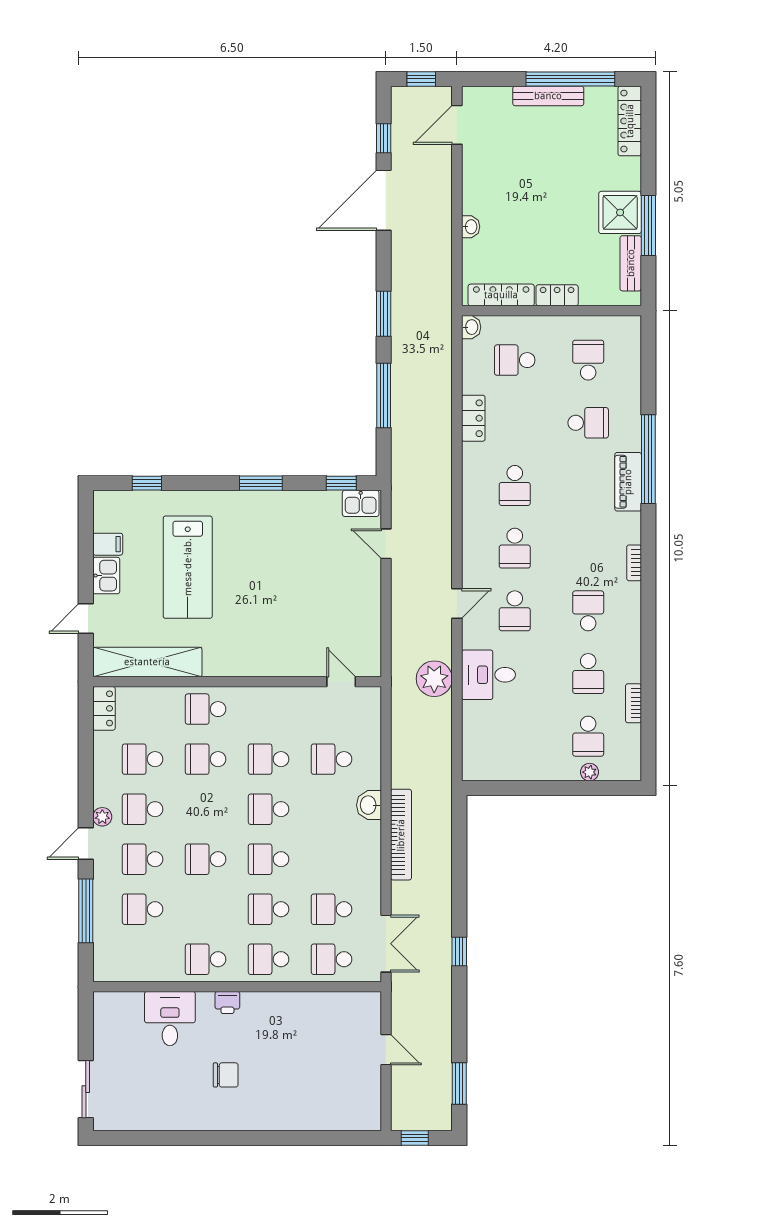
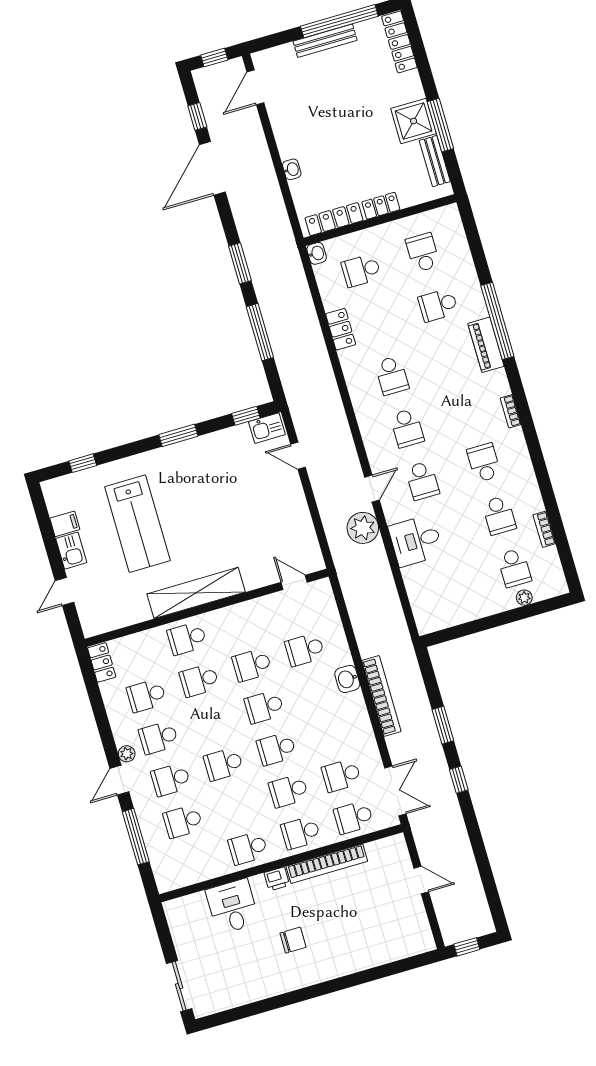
school desk: (588, 423) -> (438, 305), turned 180
shelving: (147, 662) -> (196, 593), moved
plant: (434, 679) -> (363, 528), moved
bookcase: (287, 1002) -> (327, 864), added
window: (459, 1083) -> (443, 725), moved

